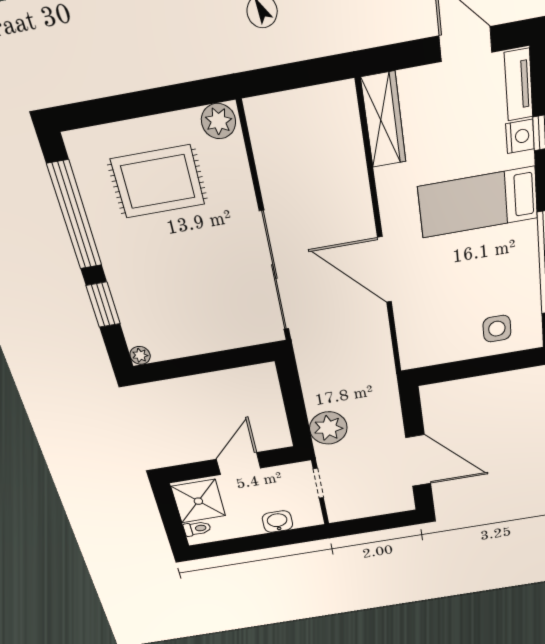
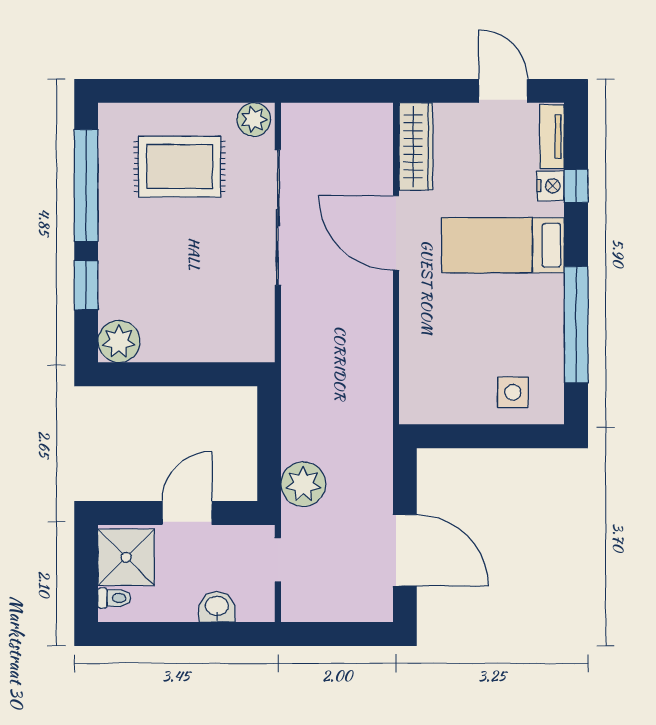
door: (384, 270) -> (396, 233), moved
sliding door: (274, 272) -> (278, 217), moved
plant: (140, 355) -> (119, 341), width x1.87, depth x1.87

